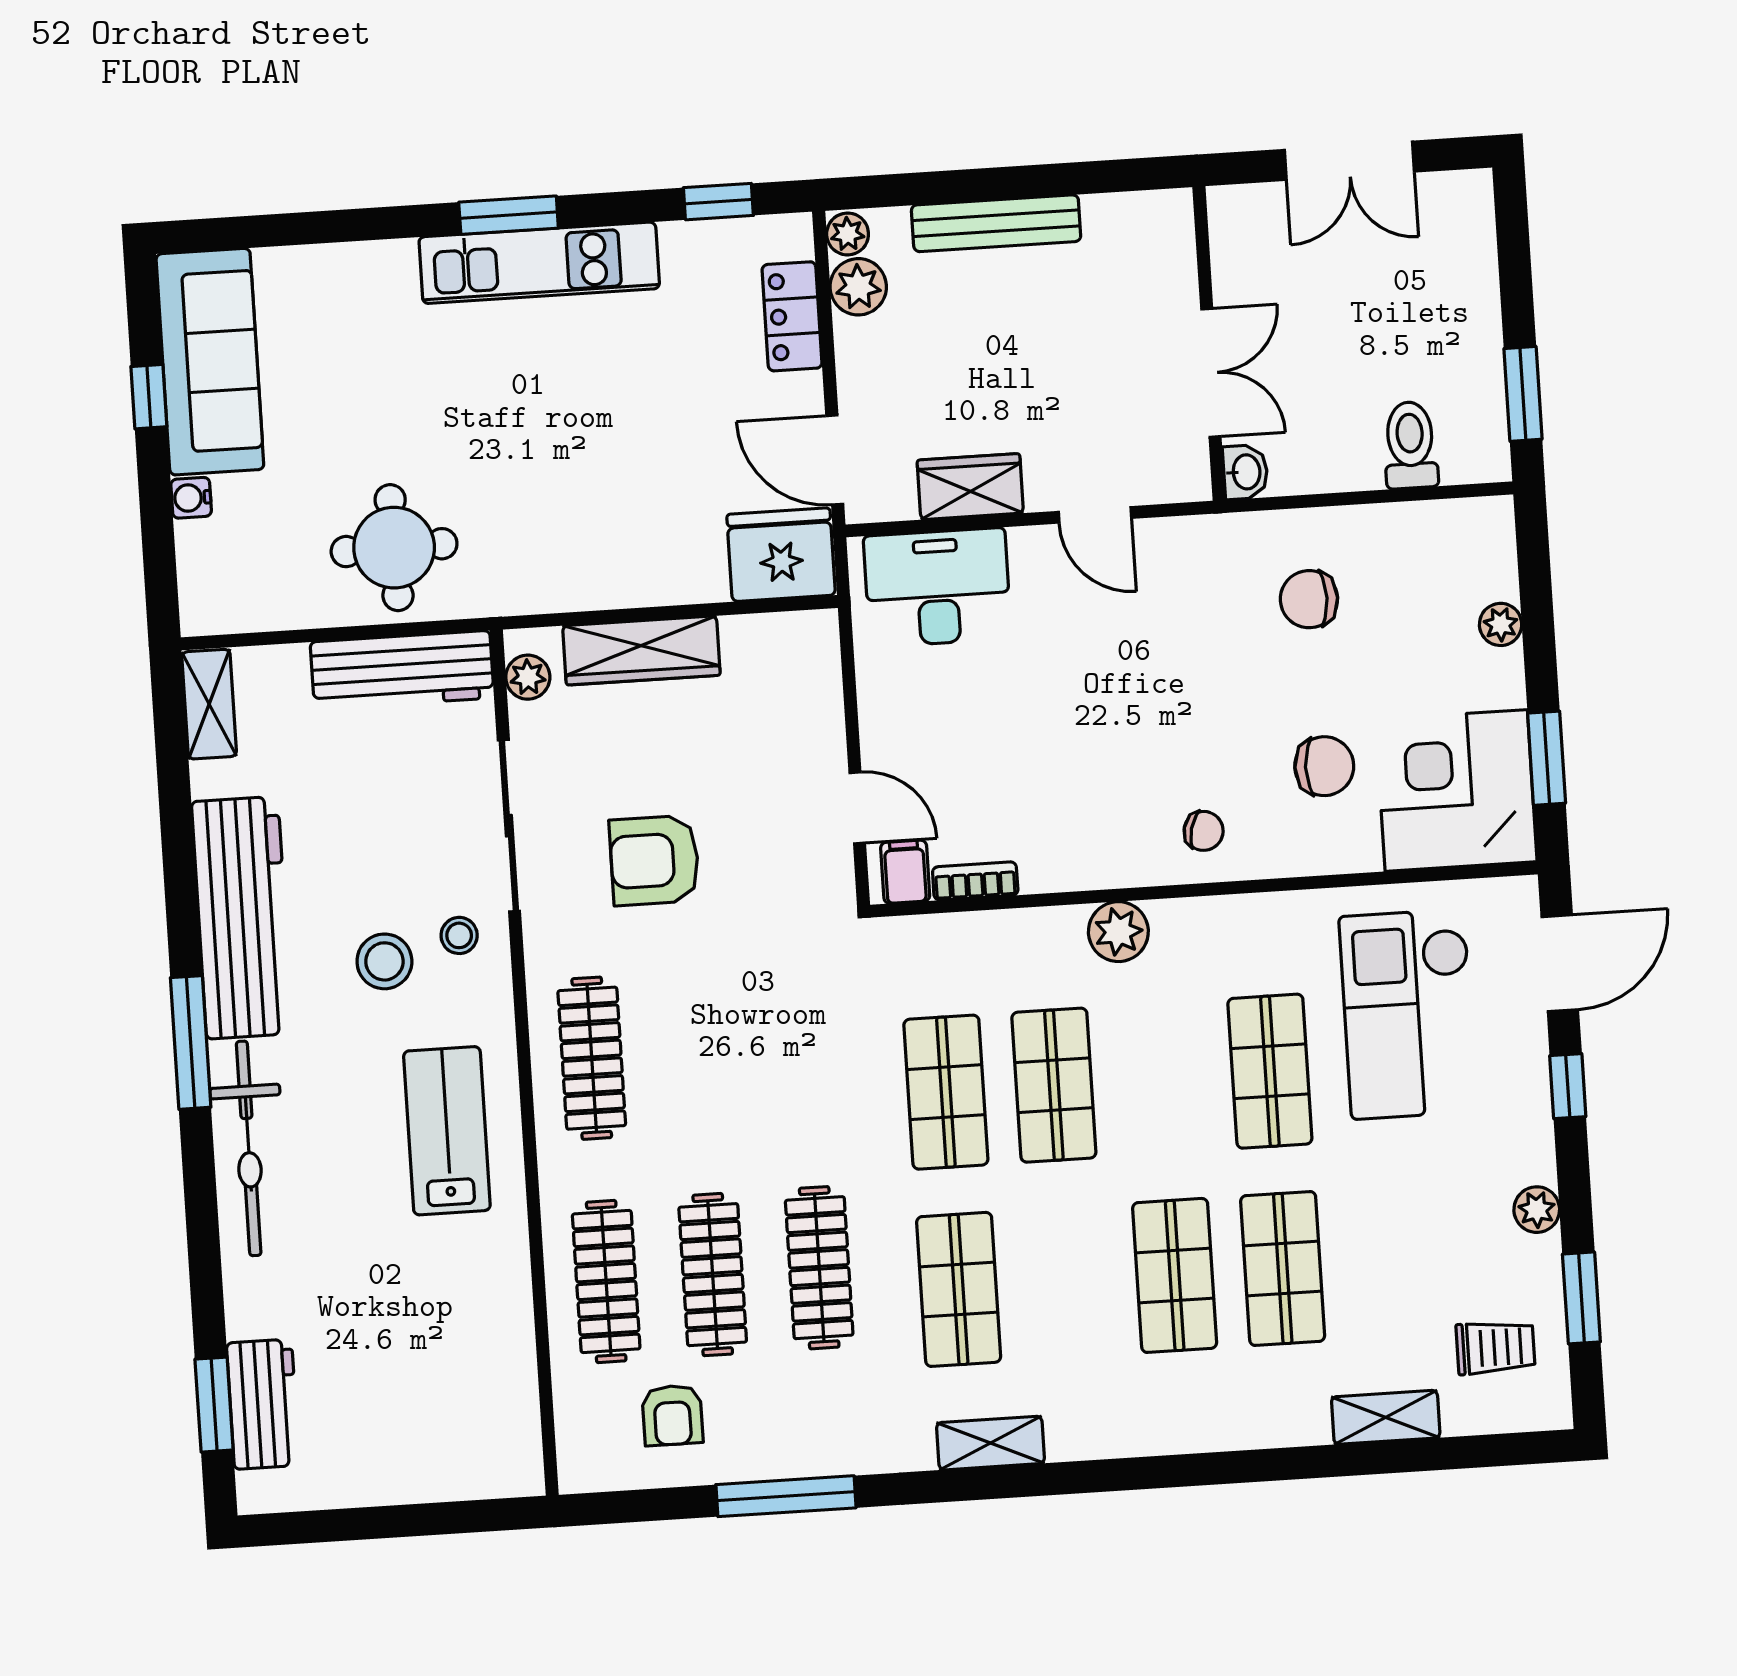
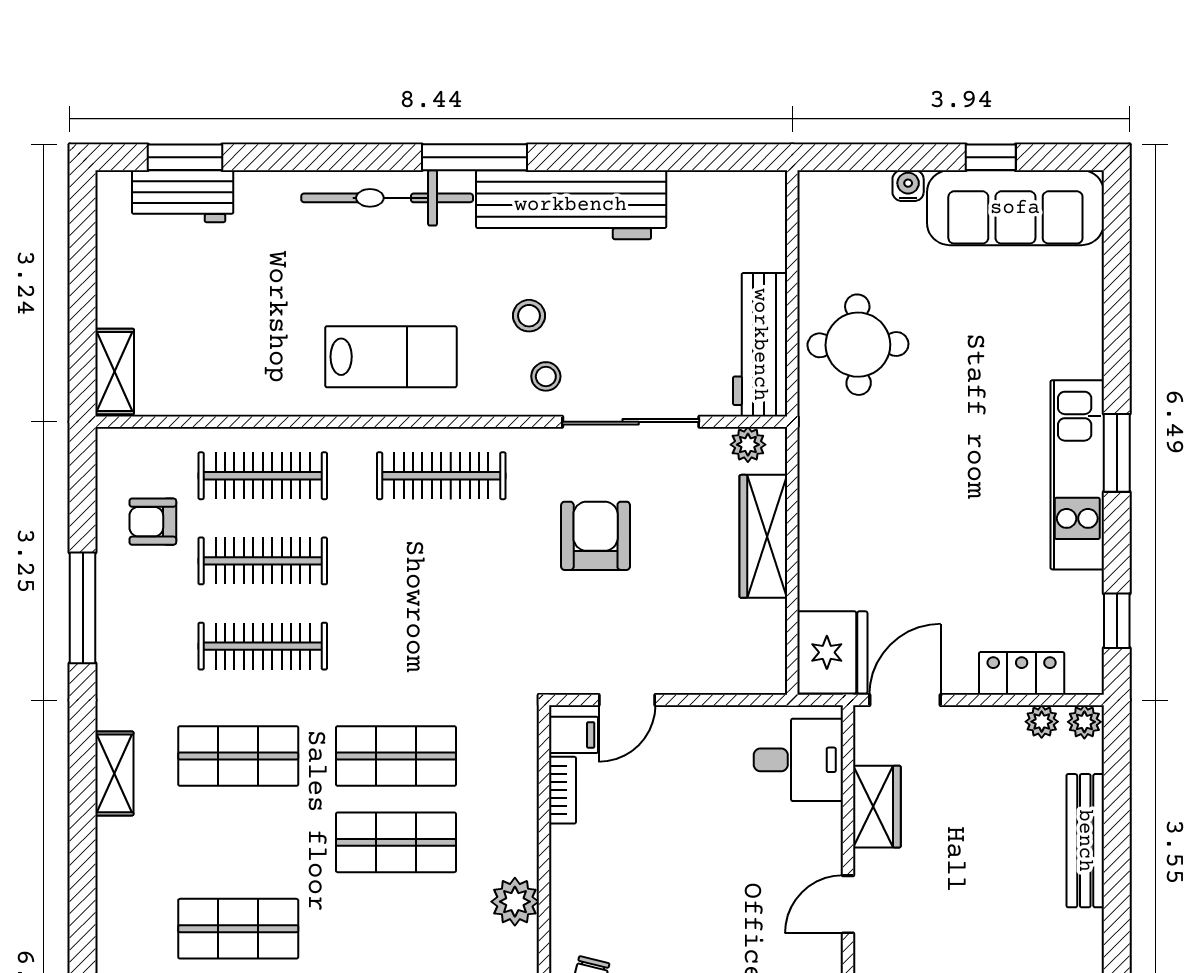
plant: (858, 287) -> (1042, 722), width x0.73, depth x0.73
desk: (937, 587) -> (798, 760), width x0.73
shelving: (209, 704) -> (115, 372), moved, turned 90
stool: (384, 961) -> (529, 316), width x0.73, depth x0.73

